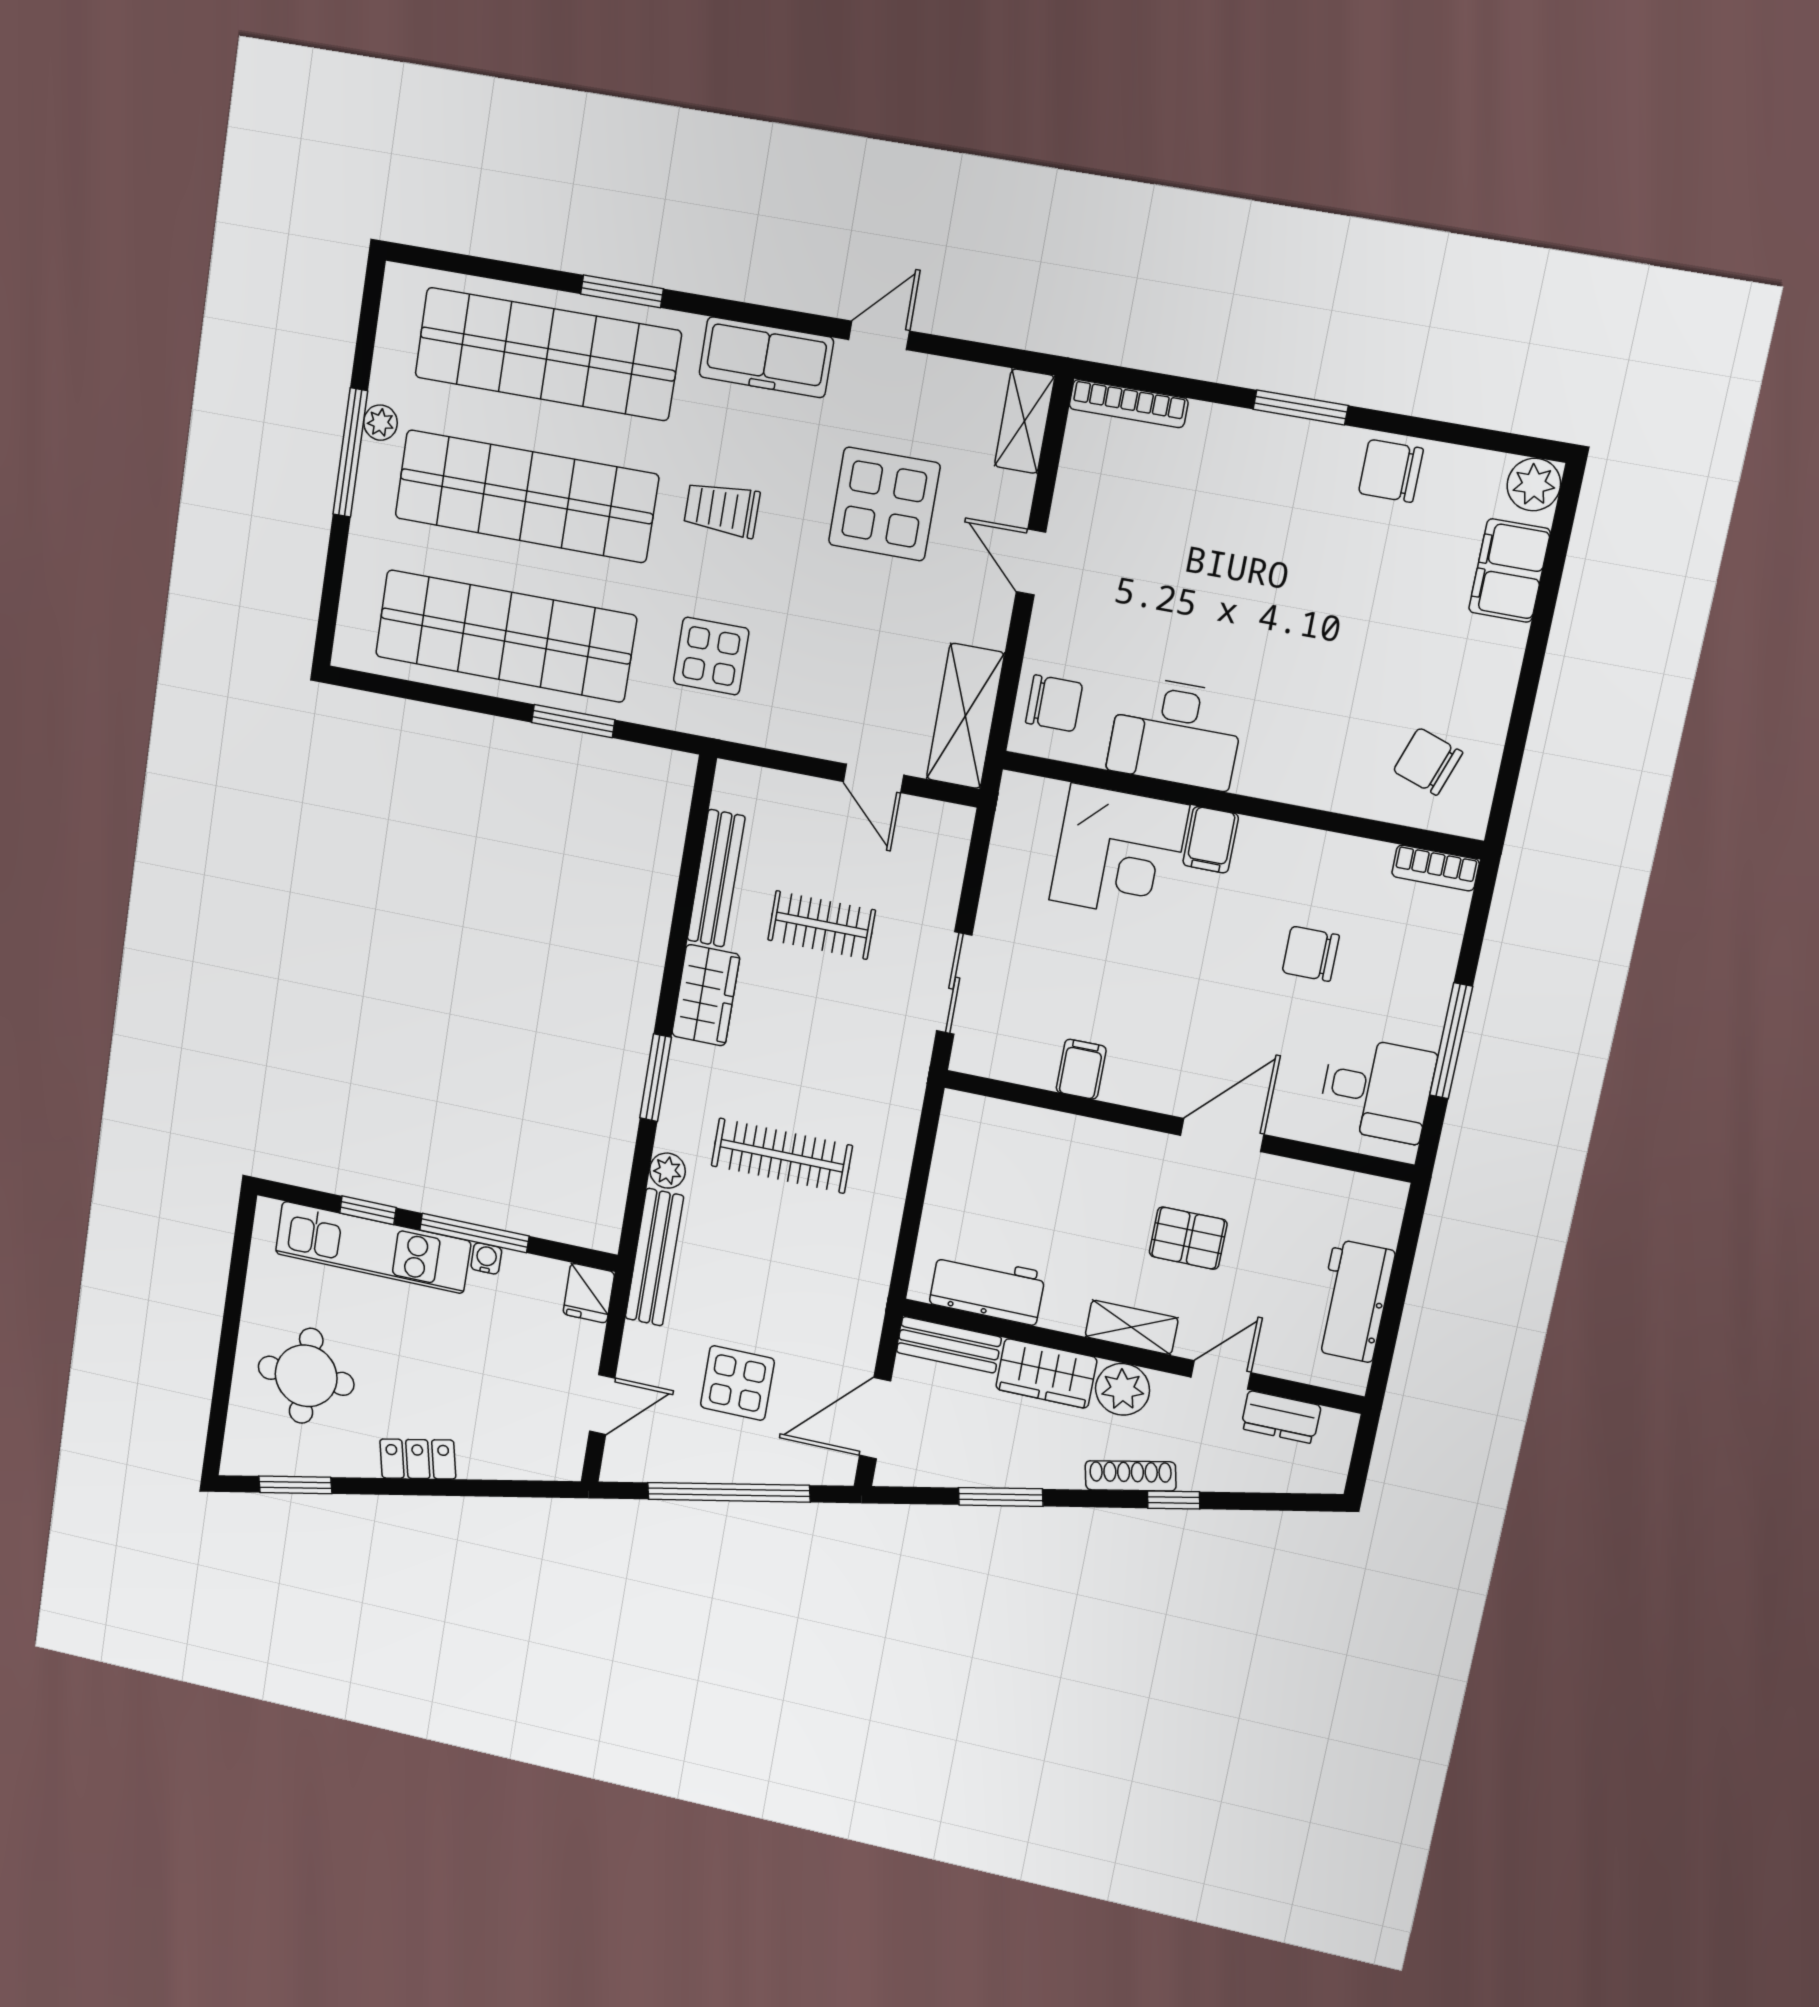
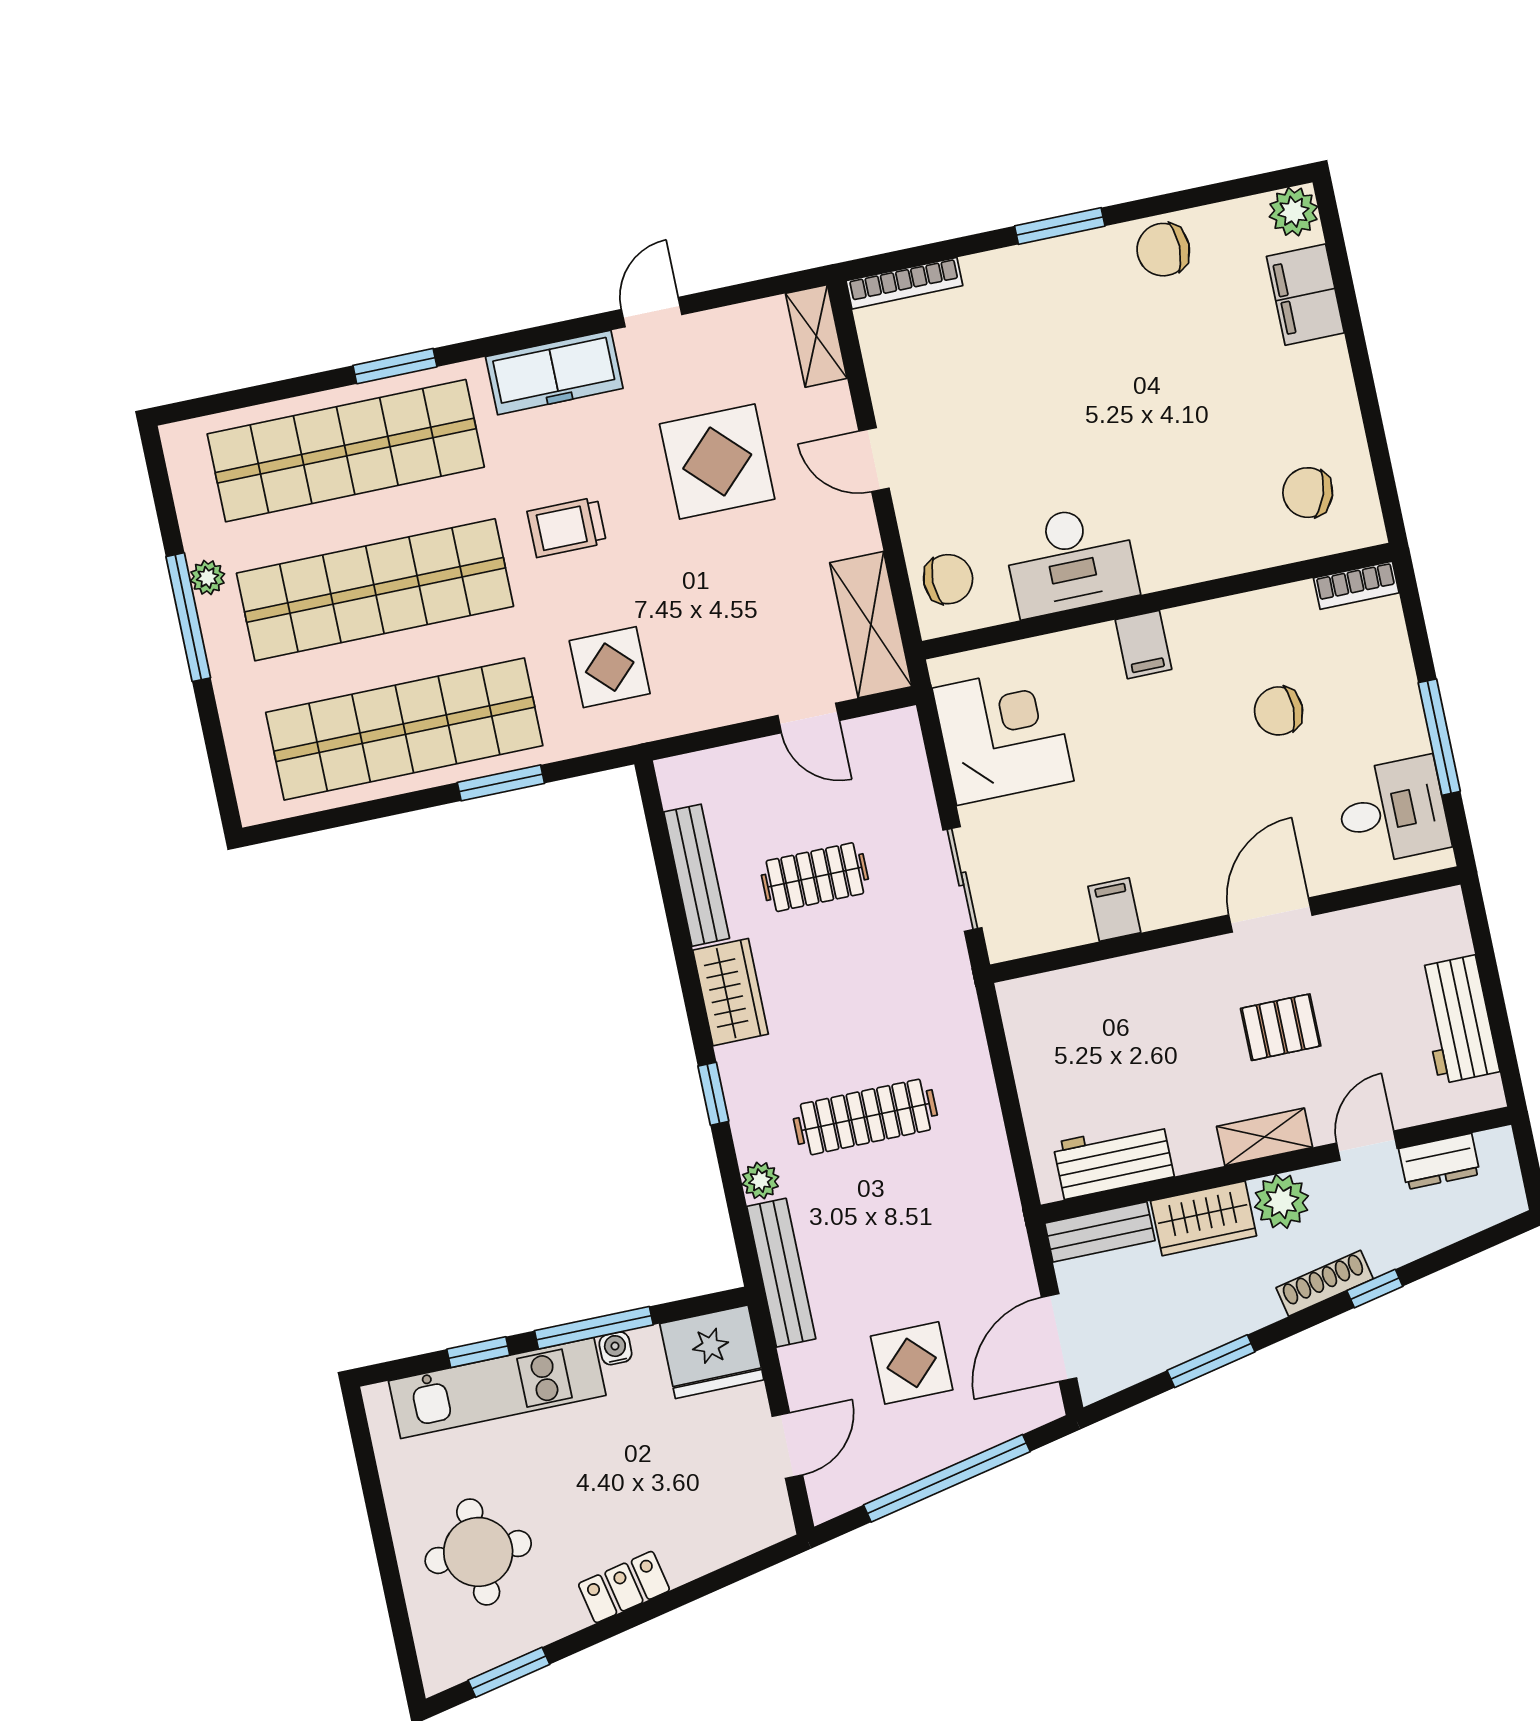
corner desk: (1119, 853) -> (1003, 734), moved, turned -90
window: (656, 1078) -> (713, 1094), width x0.67
fridge: (589, 1293) -> (712, 1352), width x1.88, depth x1.34

